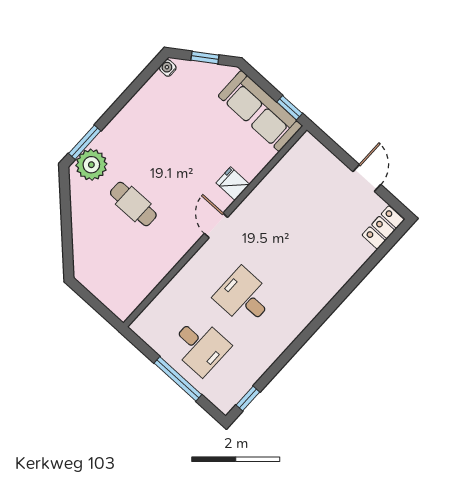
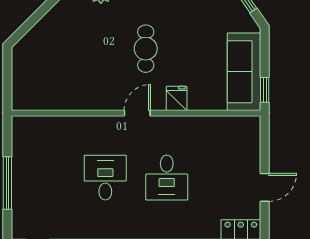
cafe table: (133, 204) -> (146, 49), moved
desk: (200, 346) -> (167, 178), moved

